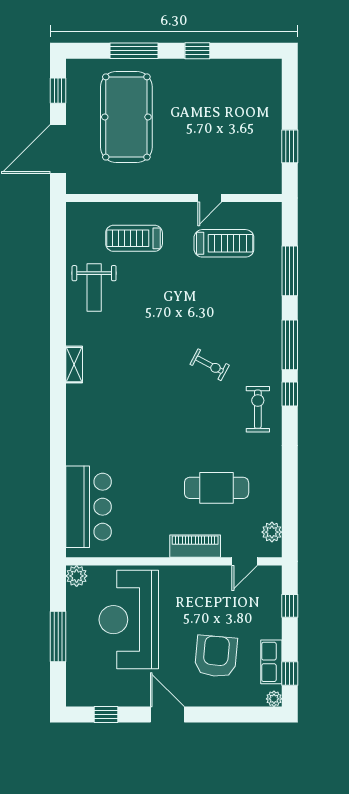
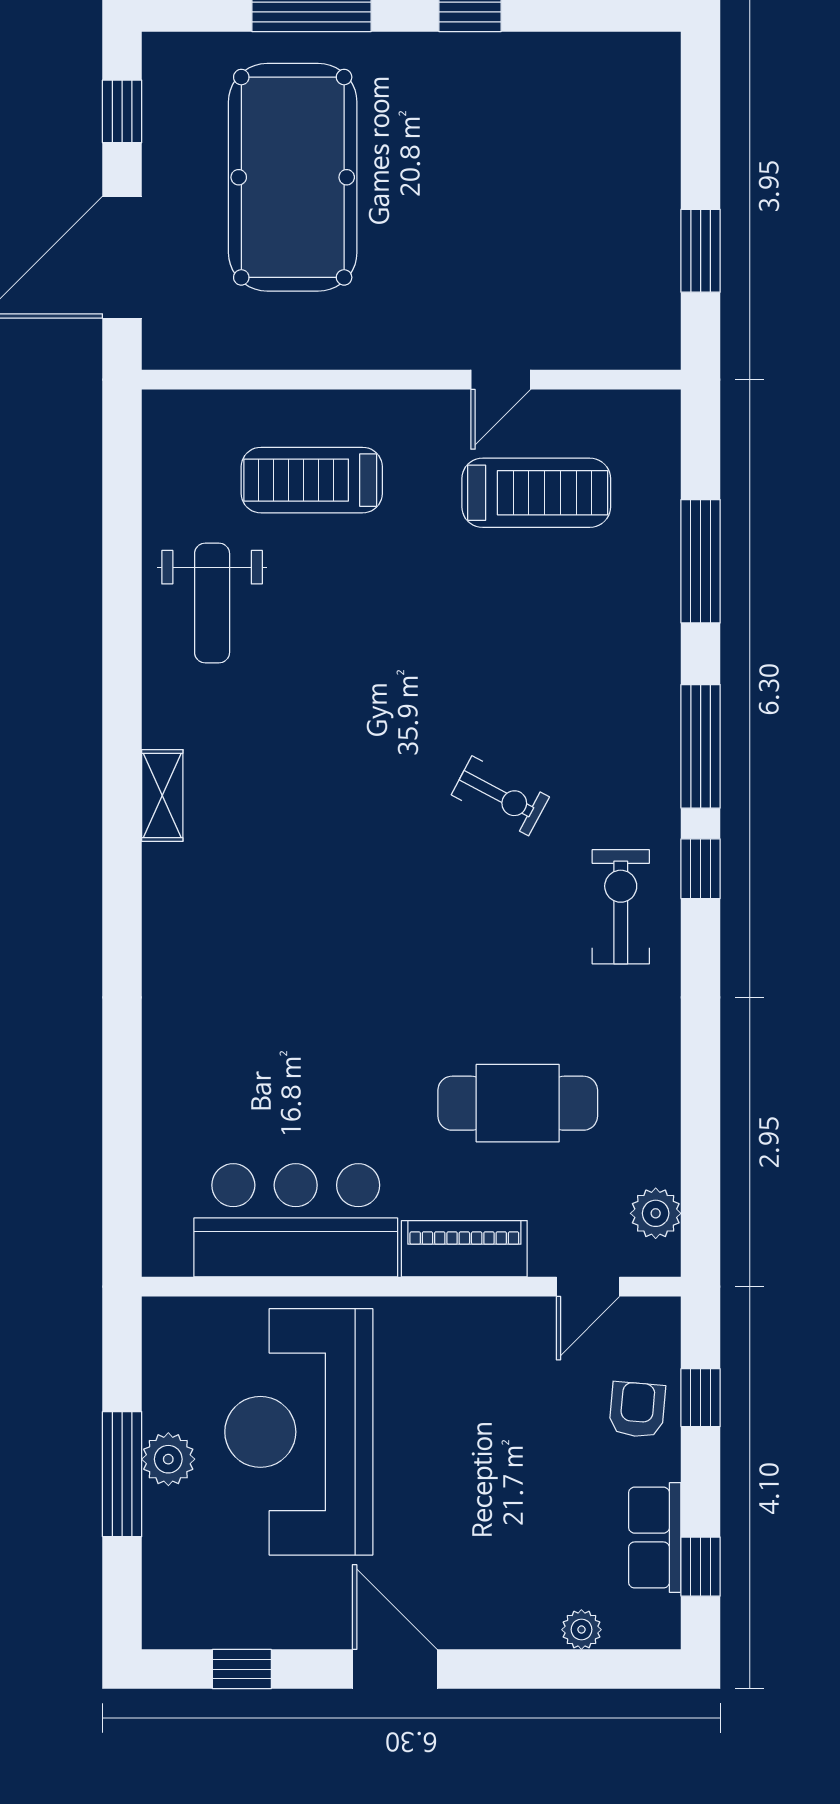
bar counter: (89, 507) -> (296, 1220), moved, turned -90
plant: (77, 576) -> (168, 1459), moved
armchair: (216, 656) -> (637, 1410), moved, width x0.53, depth x0.53
plant: (274, 699) -> (581, 1630), moved

